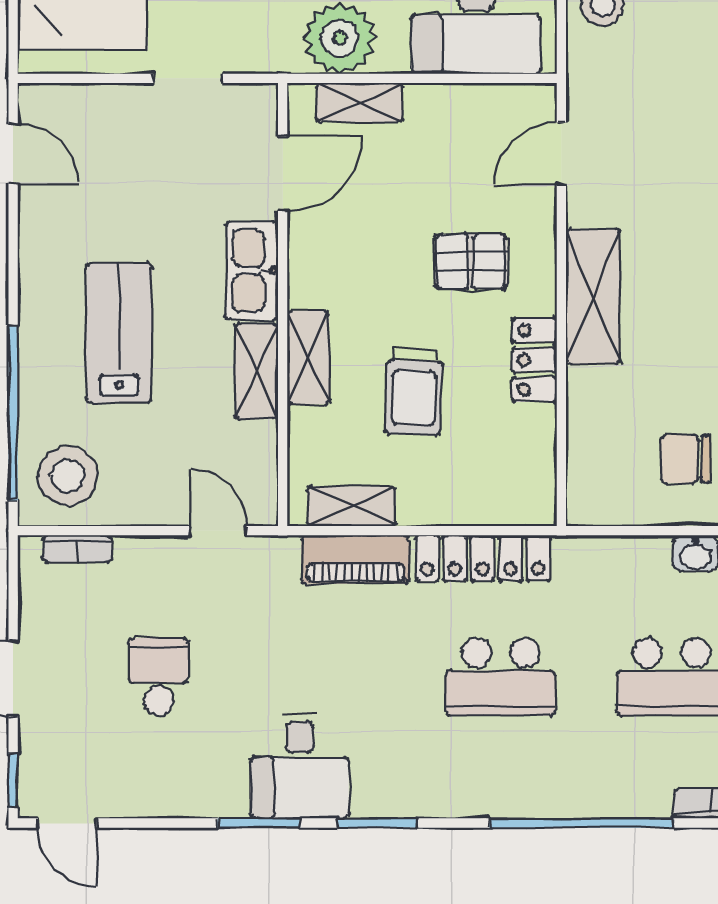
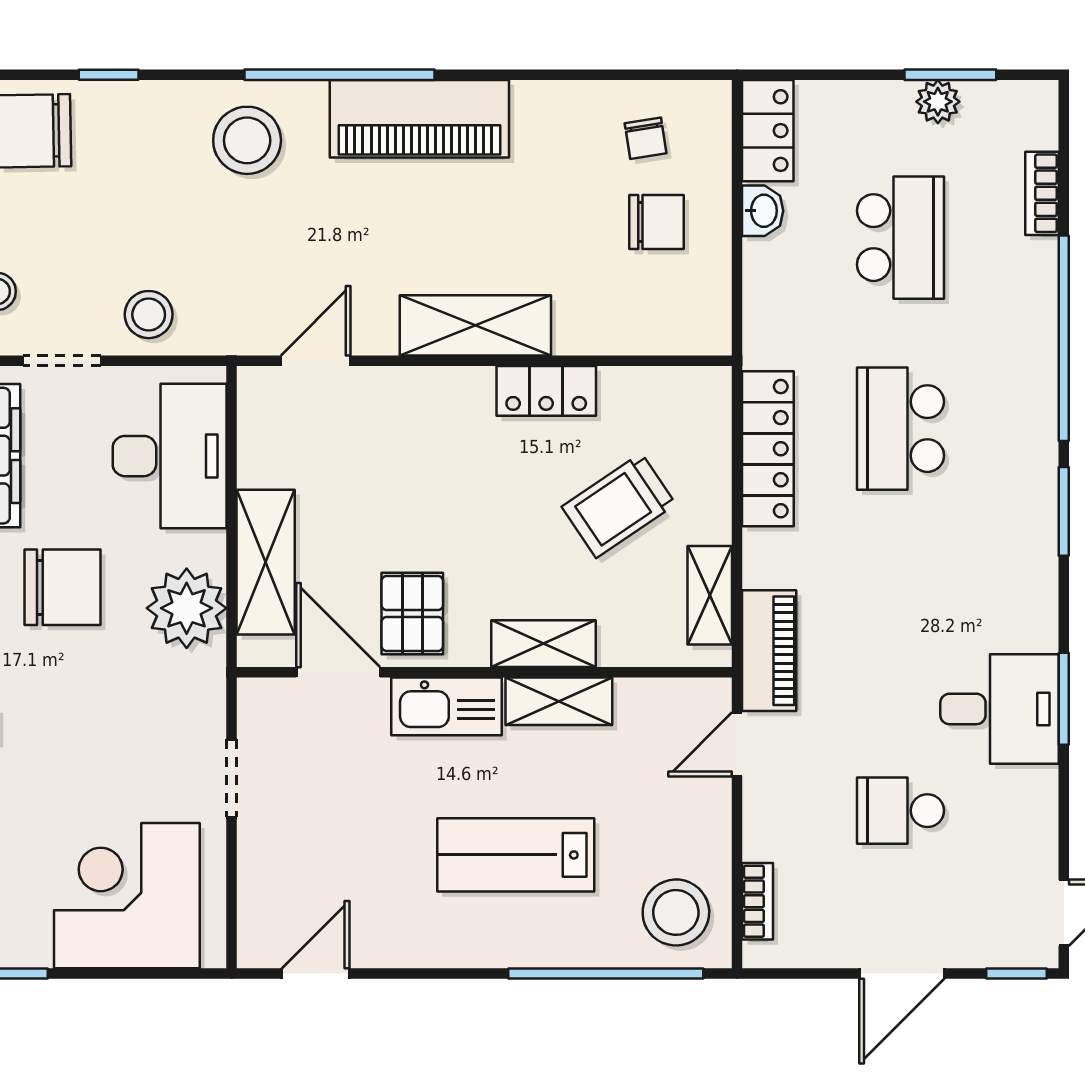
shelving: (360, 102) -> (266, 562), width x1.50, depth x1.33
door: (561, 154) -> (316, 361), swing flipped
pallet: (471, 262) -> (412, 613), moved
trolley: (414, 392) -> (619, 505), moved, turned 144
chair: (685, 459) -> (657, 222), turned -90
piano: (355, 559) -> (769, 651), moved
school desk: (501, 677) -> (900, 429), turned 180
desk: (300, 766) -> (1000, 709), moved
window: (377, 823) -> (1064, 511), moved

